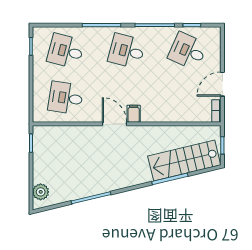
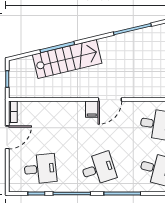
desk: (127, 51) -> (98, 169), turned -33
desk: (188, 51) -> (40, 169), turned -30
door: (115, 124) -> (110, 100), hinge flipped
stairs: (184, 161) -> (67, 59), moved

